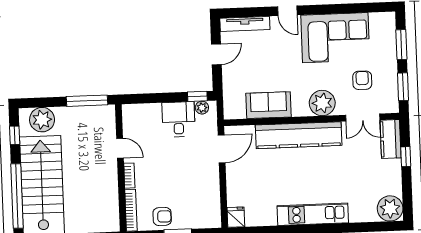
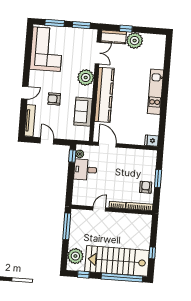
corner sofa: (335, 38) -> (47, 49), moved
armchair: (362, 80) -> (54, 99), moved
plant: (390, 208) -> (135, 41), moved

